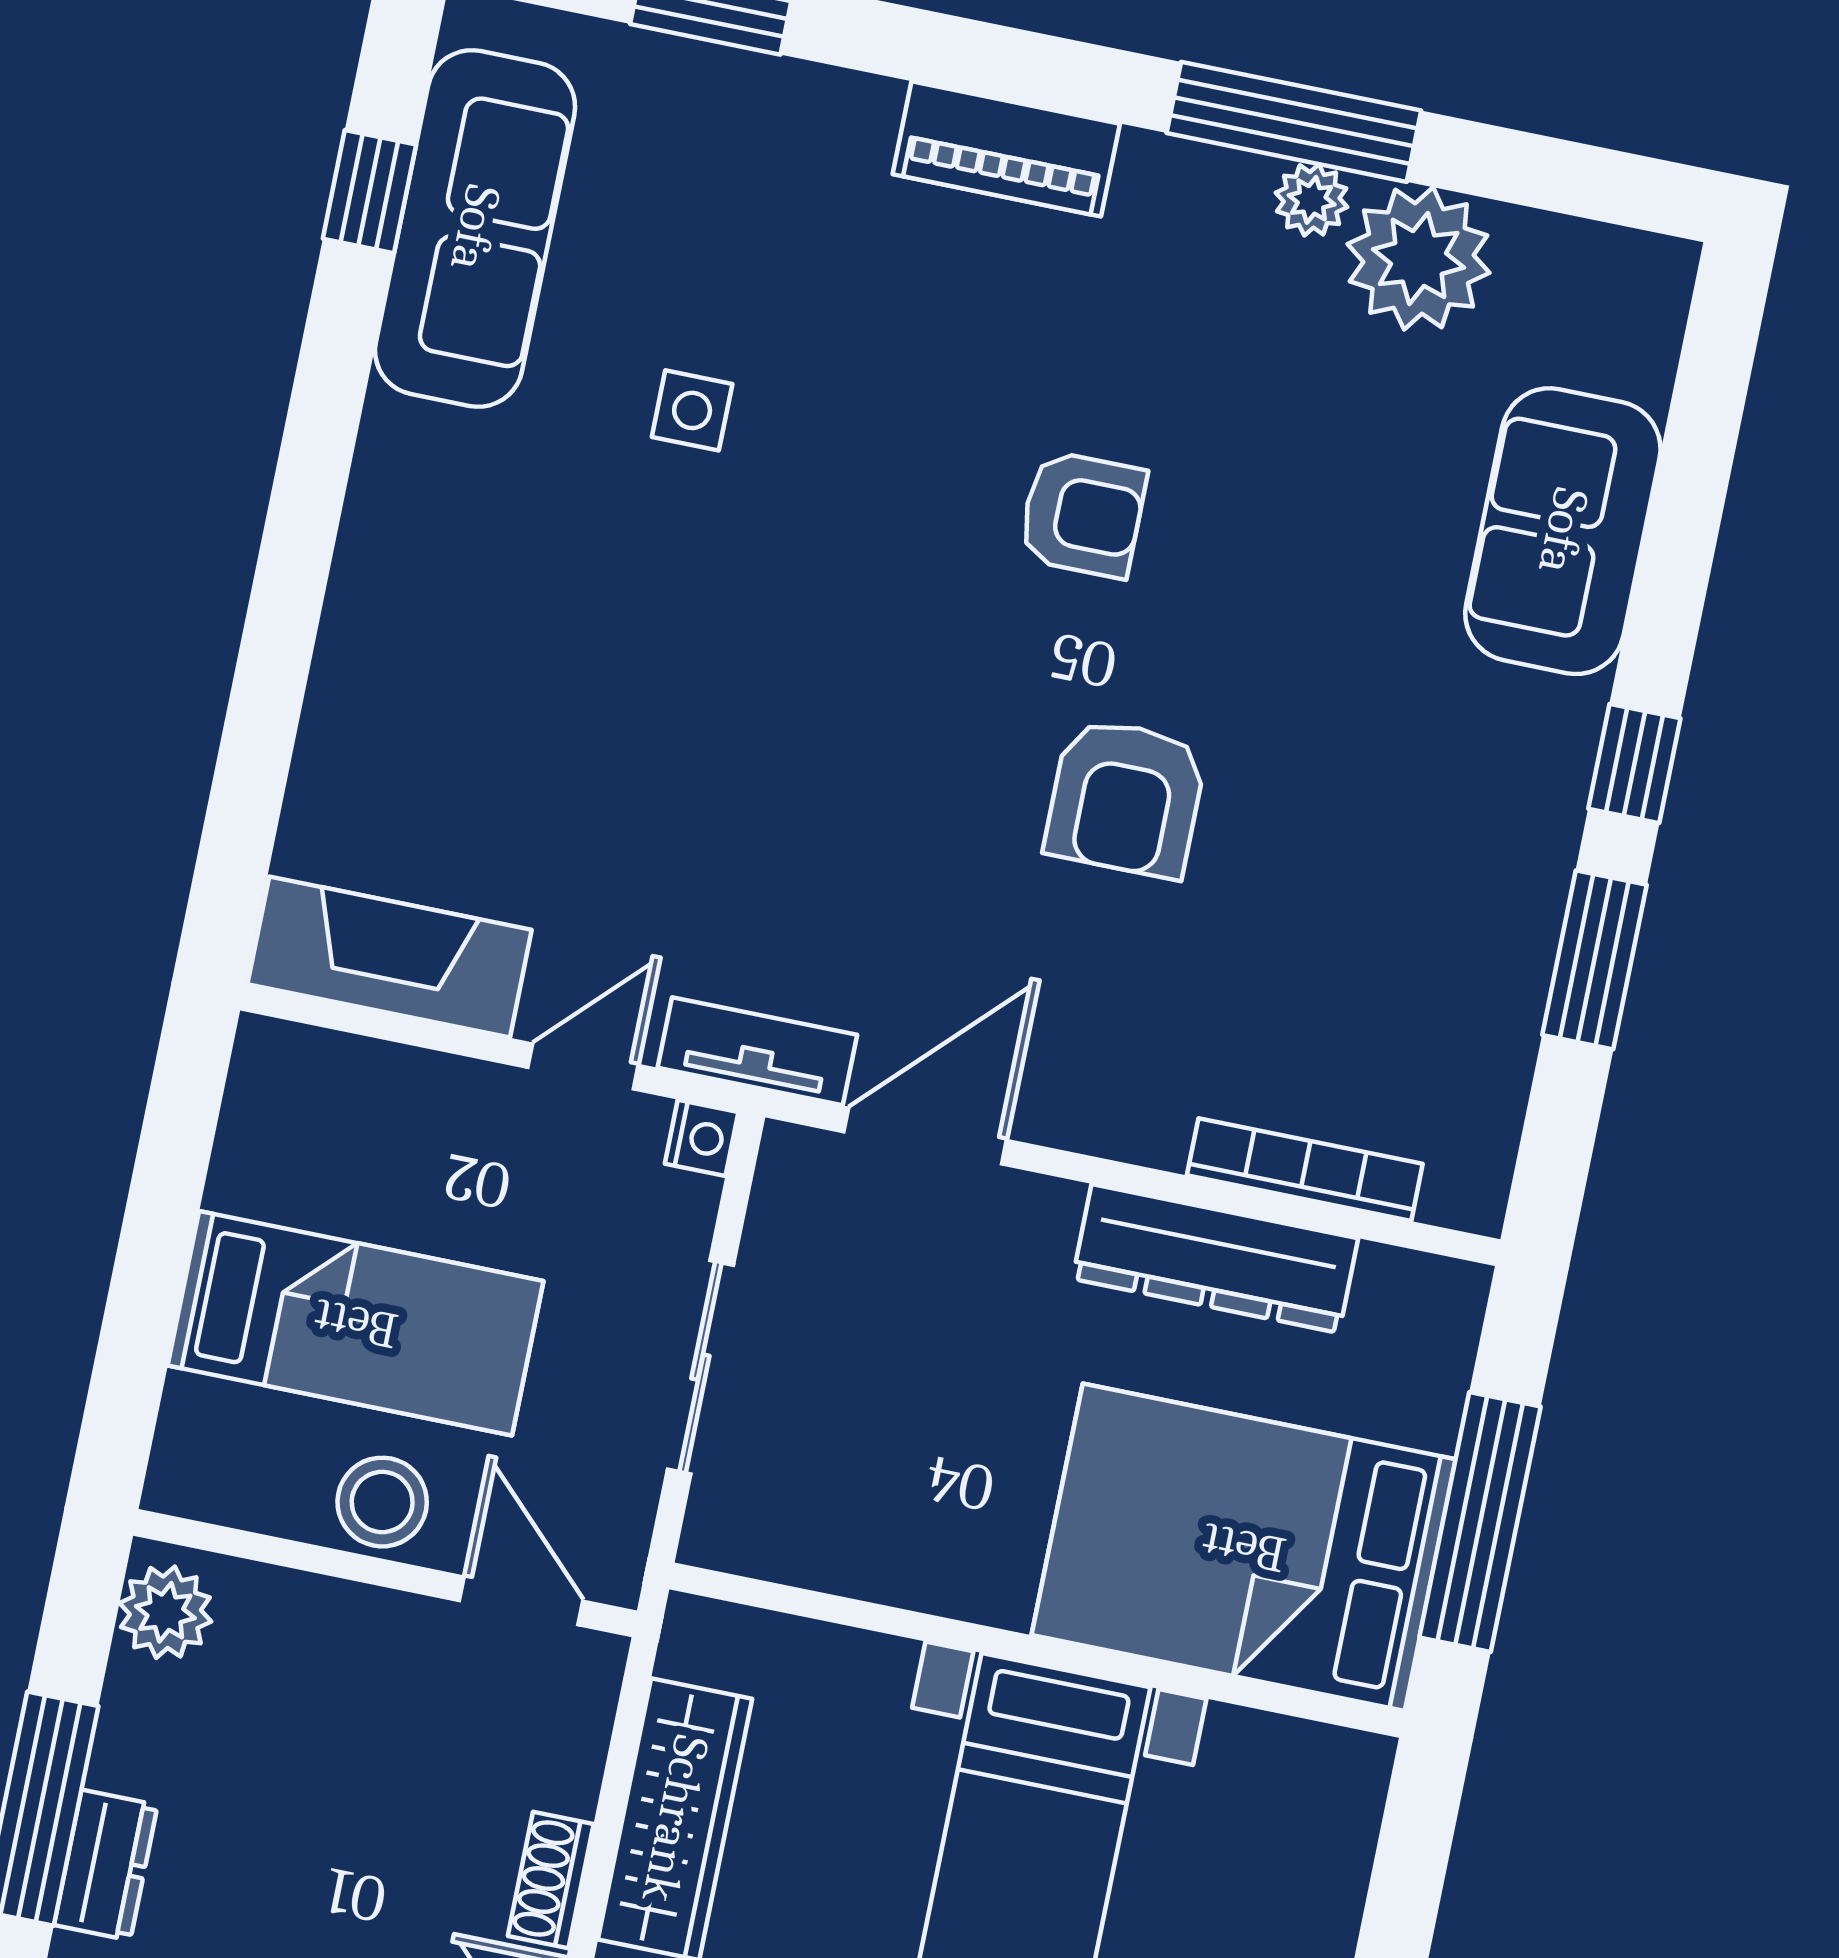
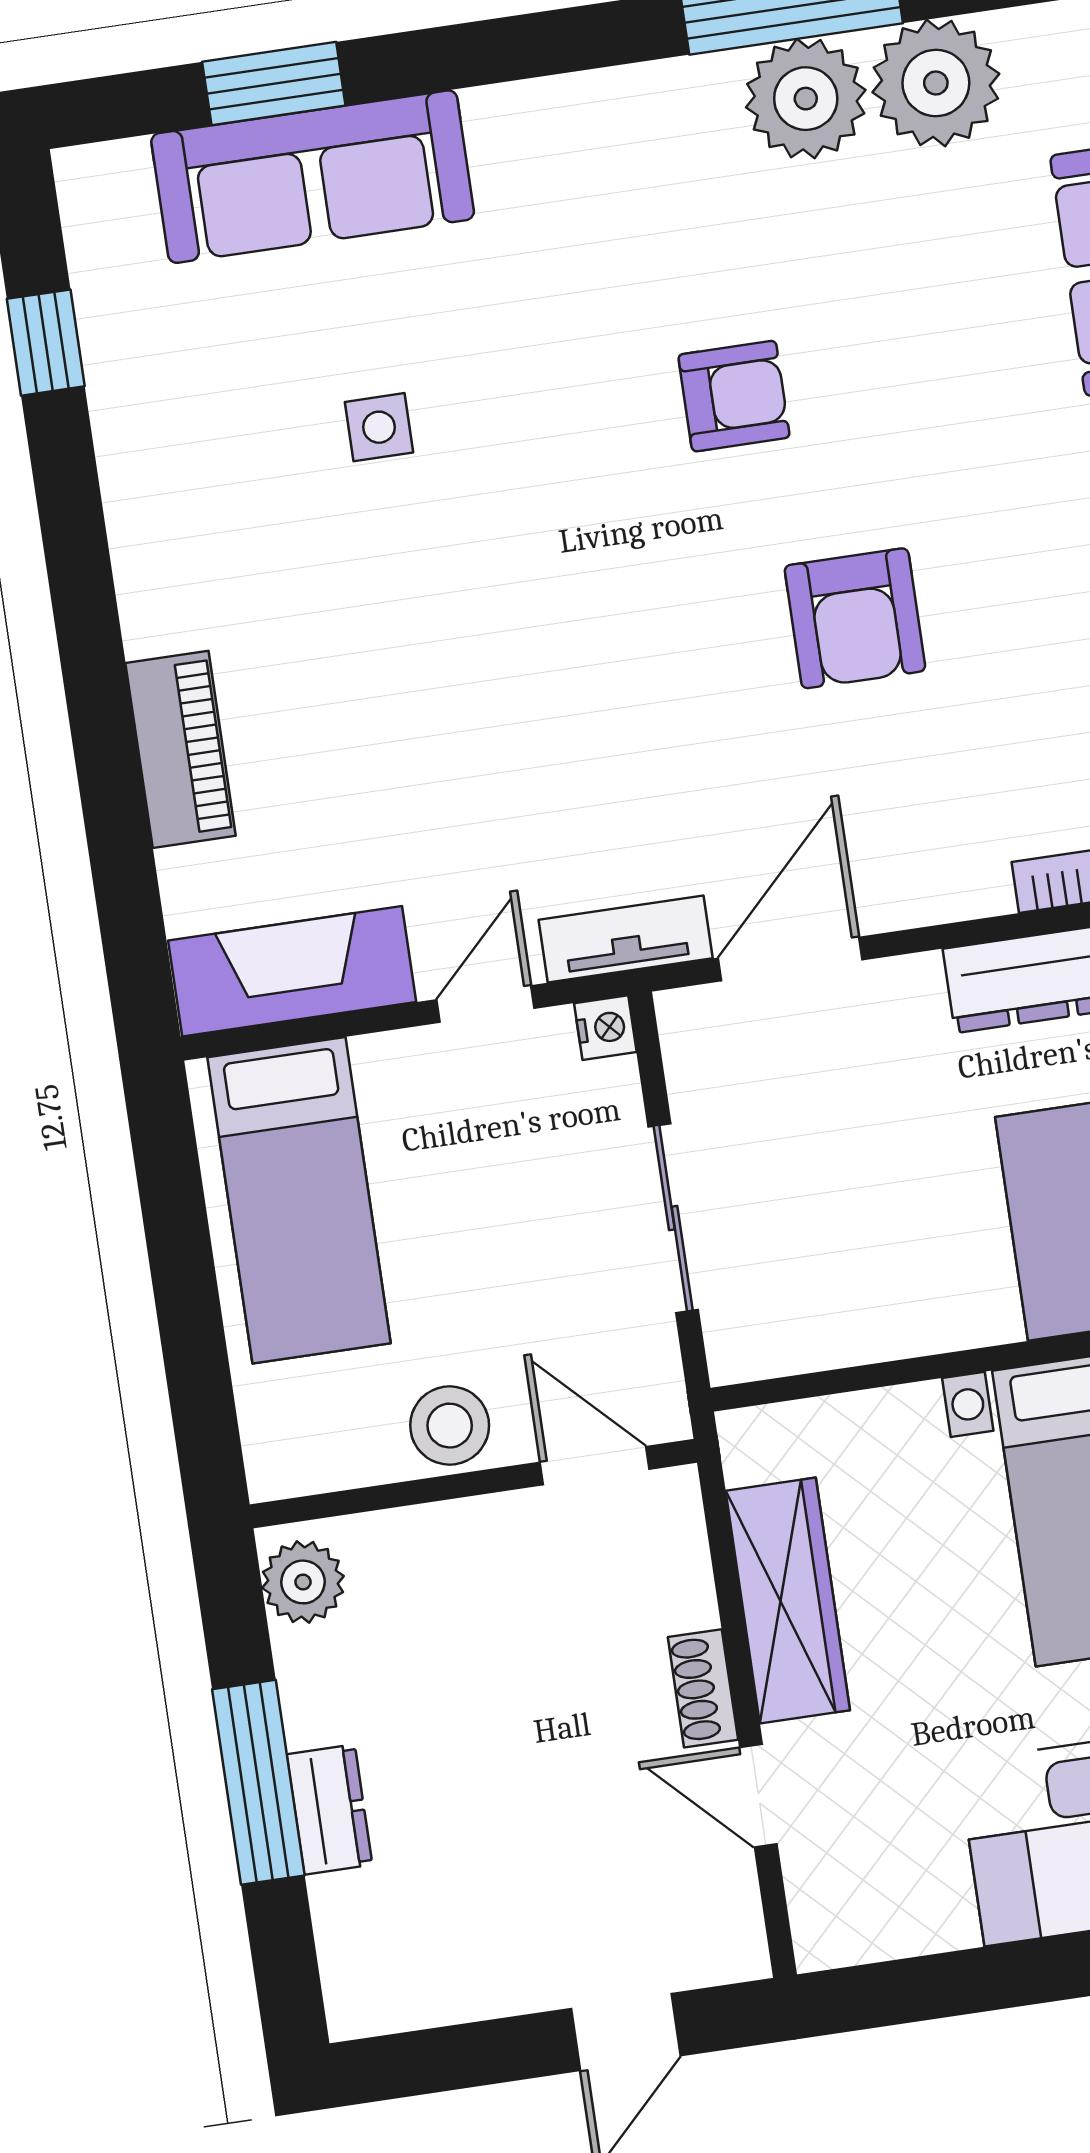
piano: (1006, 149) -> (181, 749), moved, turned -90
plant: (1312, 200) -> (806, 99), width x1.88, depth x1.88
sofa: (475, 228) -> (313, 177), moved, turned 90
bed: (356, 1323) -> (299, 1200), moved, turned 90

